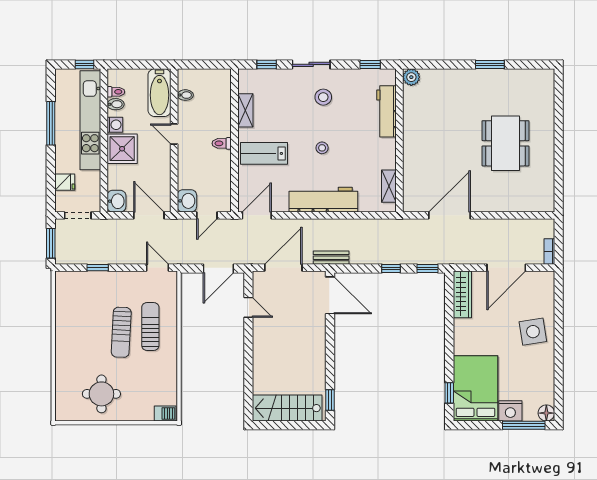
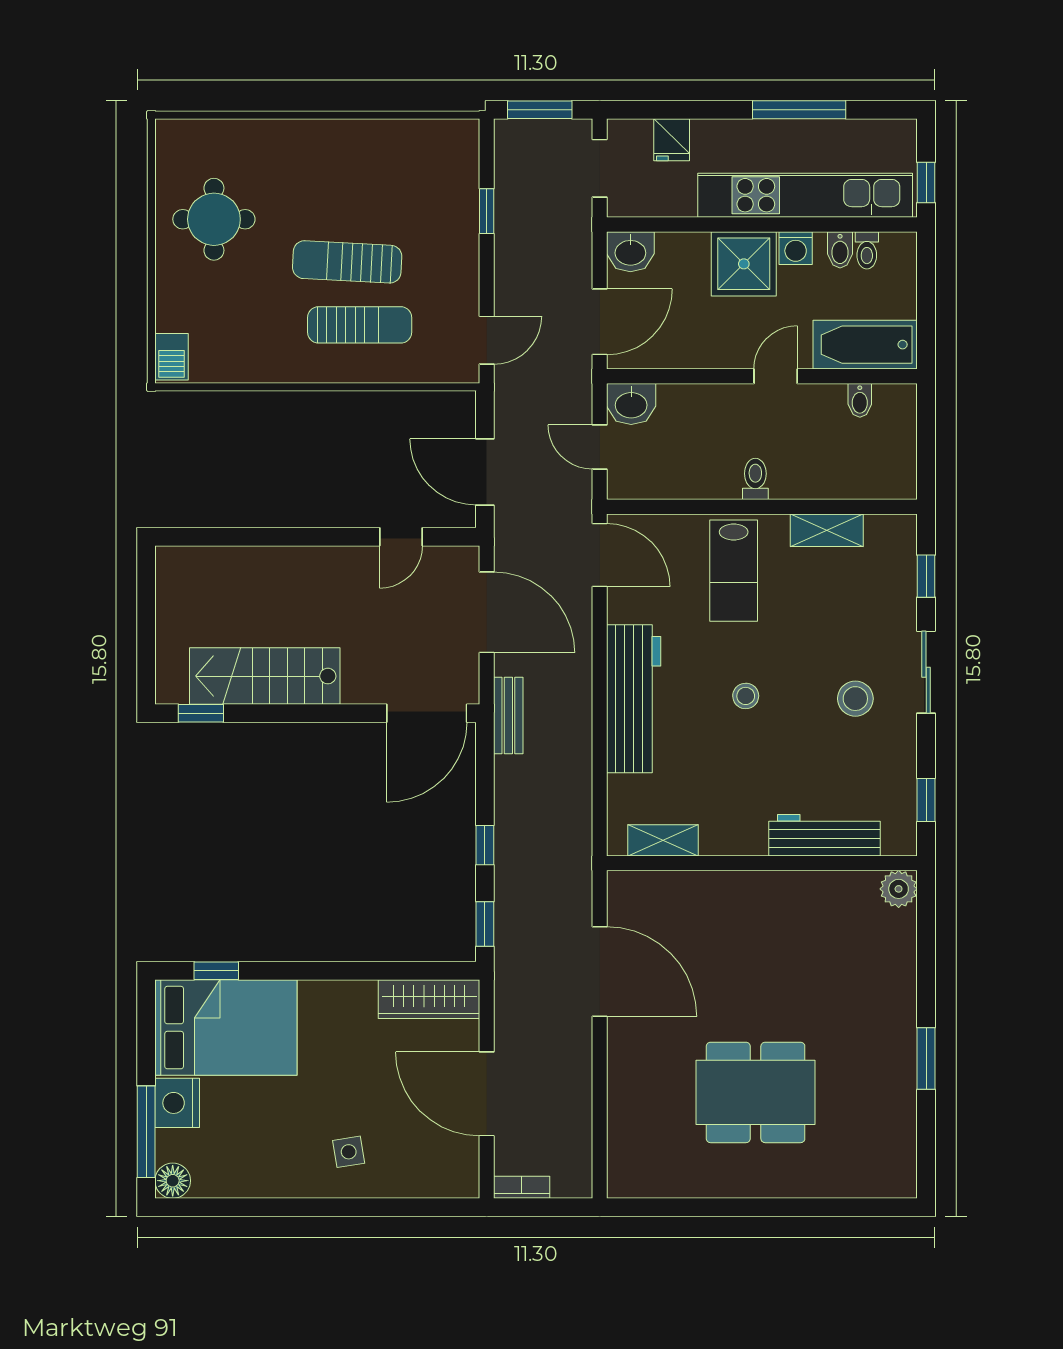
lab bench: (264, 153) -> (734, 571), turned 180
side table: (533, 332) -> (349, 1152), width x0.54, depth x0.54
stairs: (287, 408) -> (265, 676), moved, turned -90

